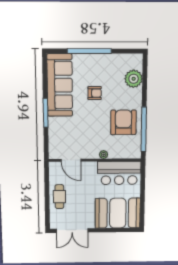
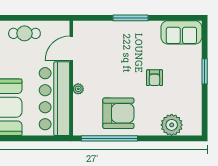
window: (89, 51) -> (205, 71), width x0.47
sofa: (60, 85) -> (181, 32), width x0.54, depth x0.79
bar counter: (119, 173) -> (54, 99), width x1.36

